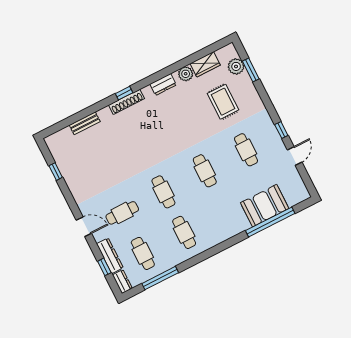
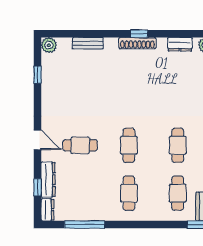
plant: (53, 142) -> (49, 45), added
cafe table: (143, 253) -> (178, 193), moved

